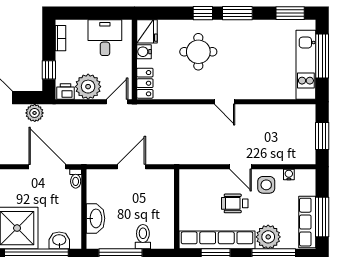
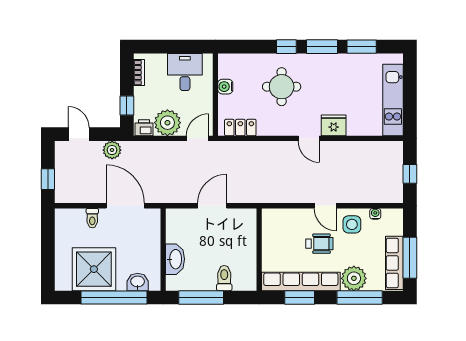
window: (290, 13) -> (362, 47), moved
fridge: (147, 31) -> (334, 125), moved, turned -90
window: (322, 56) -> (410, 91), removed
locker: (145, 83) -> (240, 128), moved, turned -90
window: (322, 136) -> (410, 174), width x0.67
toilet: (76, 179) -> (92, 218), moved
wheelchair: (235, 203) -> (319, 244), turned 180

